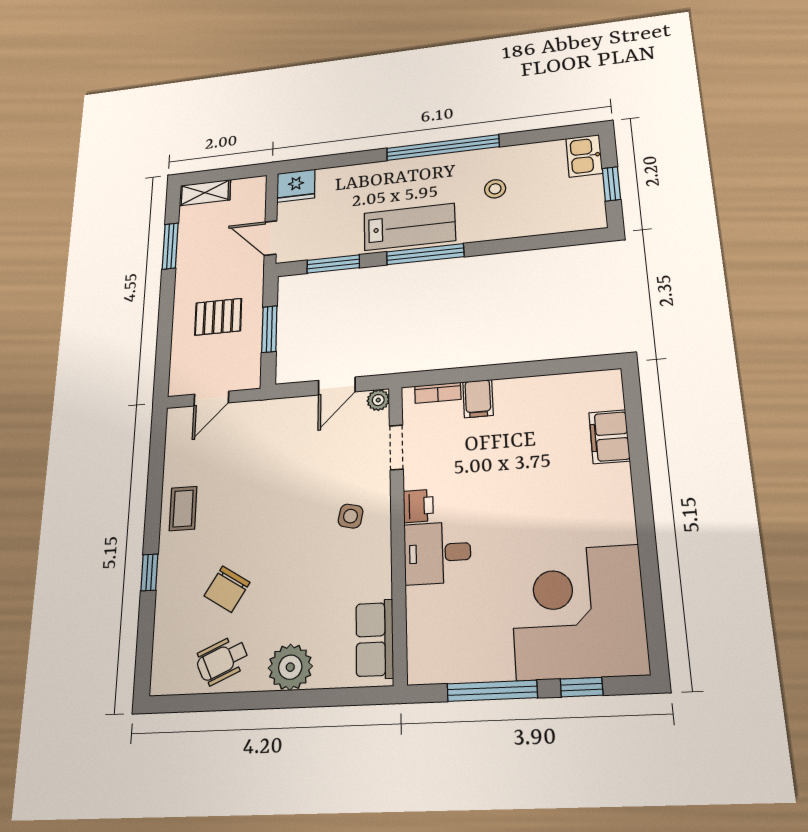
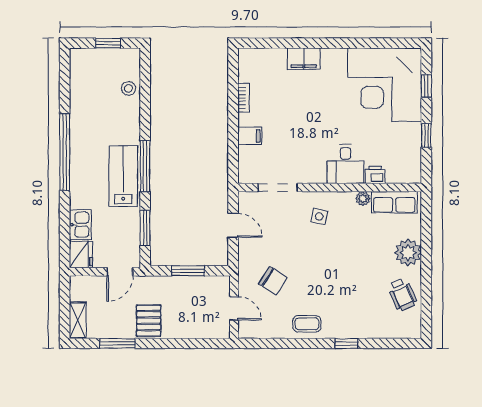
kitchen sink: (584, 156) -> (80, 225), moved, turned -90
stool: (495, 189) -> (128, 88), moved
pallet: (218, 317) -> (149, 321), moved
bookcase: (438, 393) -> (244, 98), moved
plant: (378, 400) -> (363, 199), moved
filing cabinet: (609, 437) -> (304, 59), moved
doorway: (396, 447) -> (277, 188), width x1.38
printer: (418, 506) -> (375, 175), moved
chair: (227, 589) -> (273, 281), moved
window: (492, 691) -> (426, 135), width x0.46

